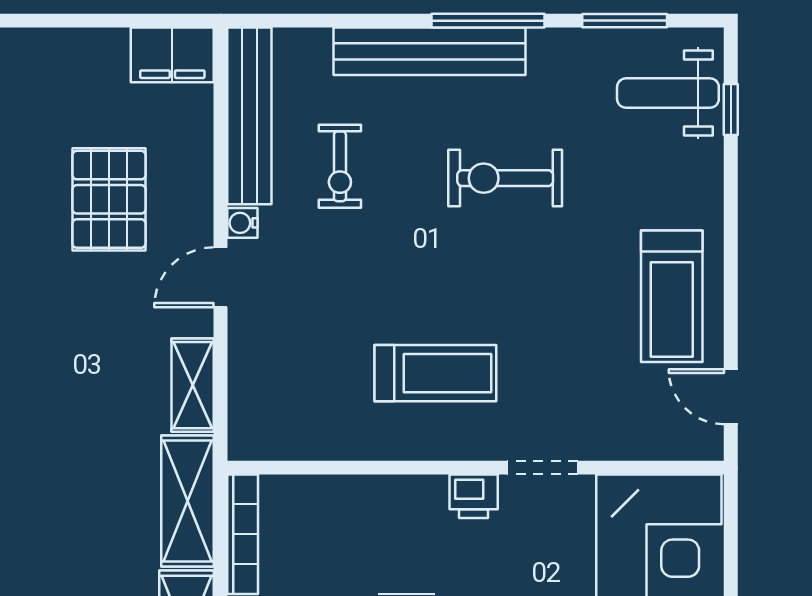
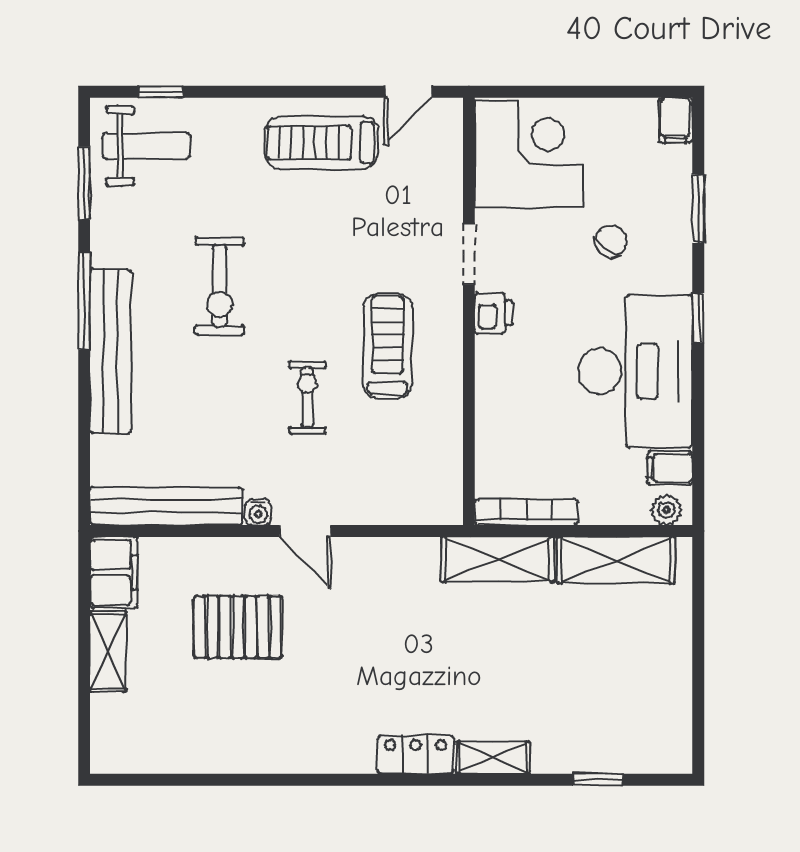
weight bench: (668, 93) -> (146, 146), turned -90
exercise bike: (340, 166) -> (307, 397), moved, turned -90
treadmill: (672, 296) -> (321, 143), turned 180
shelving: (193, 385) -> (108, 651), moved, turned 90

